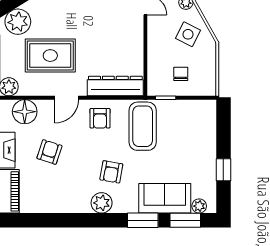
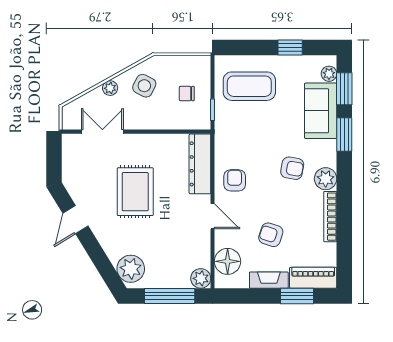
rug: (50, 56) -> (135, 192), moved
armchair: (100, 118) -> (235, 180), turned -90
coffee table: (143, 126) -> (249, 86), moved
bookcase: (66, 207) -> (330, 217), added

